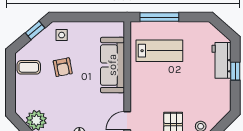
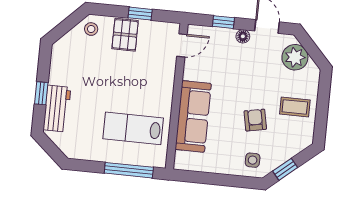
coffee table: (29, 67) -> (295, 107), moved

